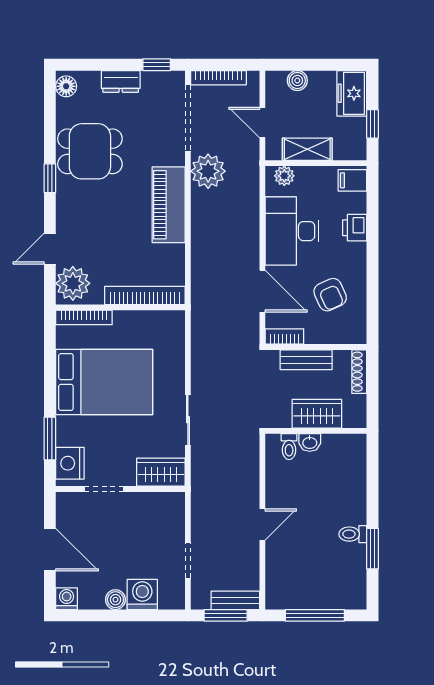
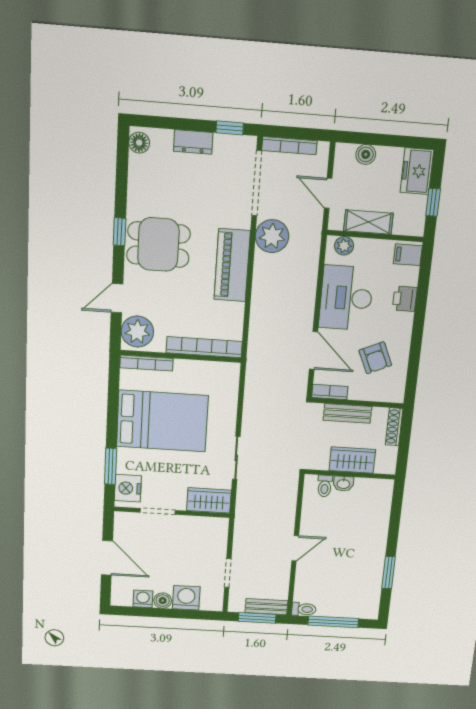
dining table: (90, 151) -> (158, 245), moved
toilet: (353, 534) -> (304, 609), moved, turned 180
washing machine: (67, 599) -> (143, 599), moved

